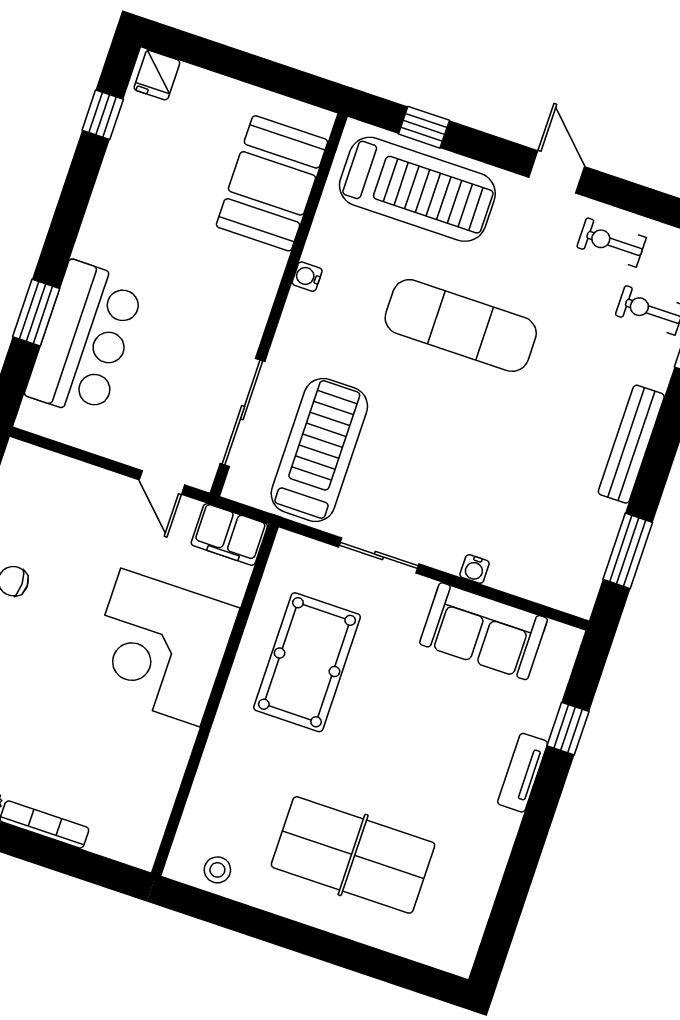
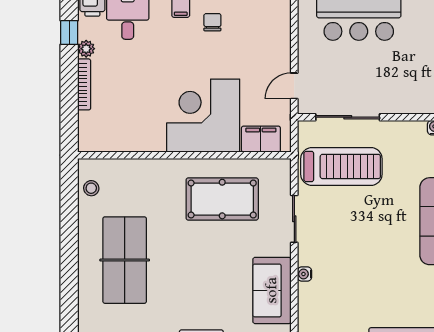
filing cabinet: (229, 534) -> (261, 139), moved, turned 90

